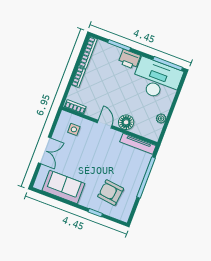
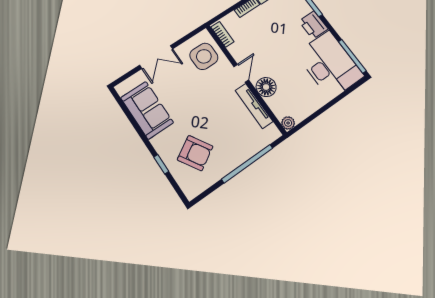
plant: (161, 118) -> (288, 123), moved
side table: (74, 129) -> (204, 56), width x1.87, depth x1.87
tv unit: (138, 144) -> (254, 106), moved
armchair: (111, 193) -> (195, 153), turned 142

